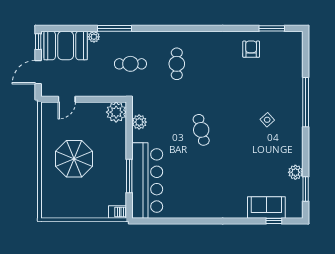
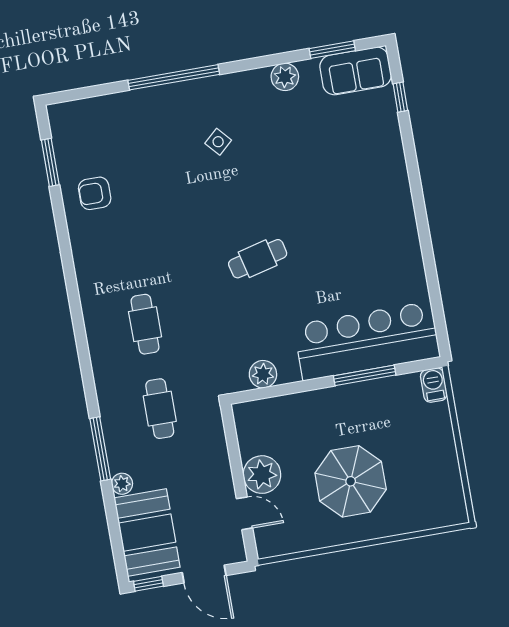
cafe table: (177, 64) -> (145, 324), turned 90
plant: (116, 112) -> (262, 475), moved
plant: (295, 172) -> (285, 77), moved
sofa: (266, 207) -> (356, 71), moved, turned -90

